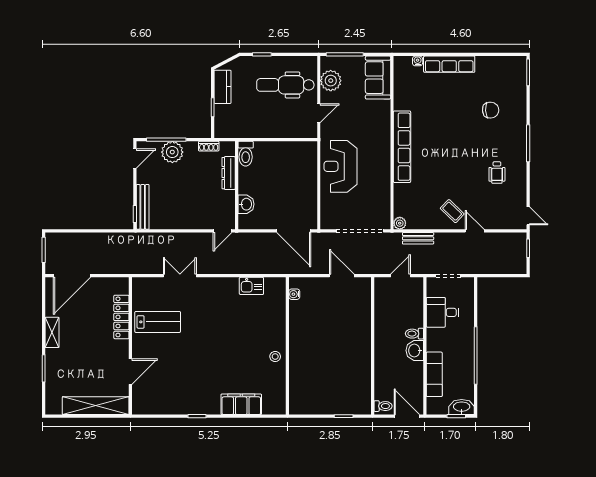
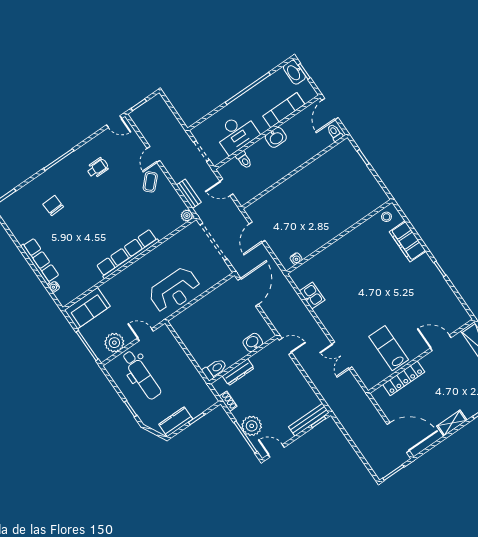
door: (528, 216) -> (114, 122), swing flipped
desk: (443, 312) -> (237, 133), width x1.37
toilet: (414, 334) -> (244, 160), moved
stool: (275, 356) -> (386, 217), moved

